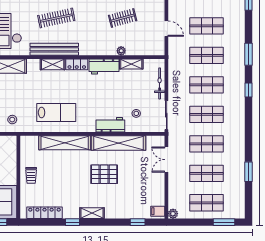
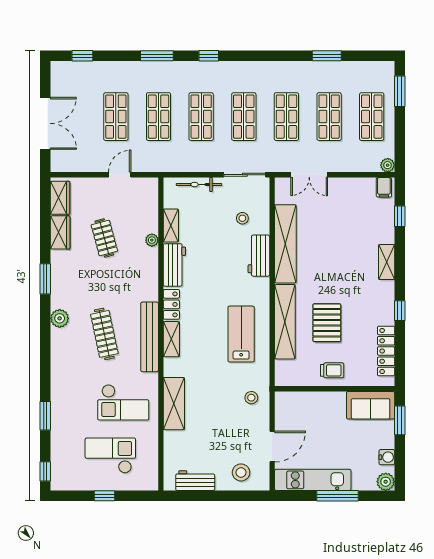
pallet: (104, 174) -> (327, 323), moved
shelving: (92, 213) -> (387, 262), moved

